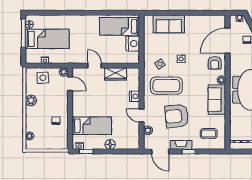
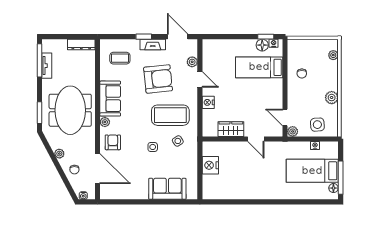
bed: (120, 26) -> (226, 186), removed
door: (227, 41) -> (98, 169), hinge flipped
floor lamp: (110, 144) -> (262, 45), moved

